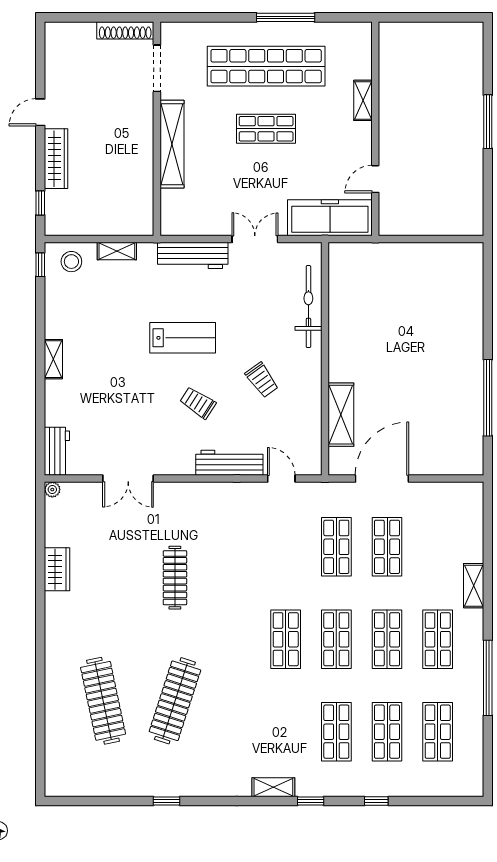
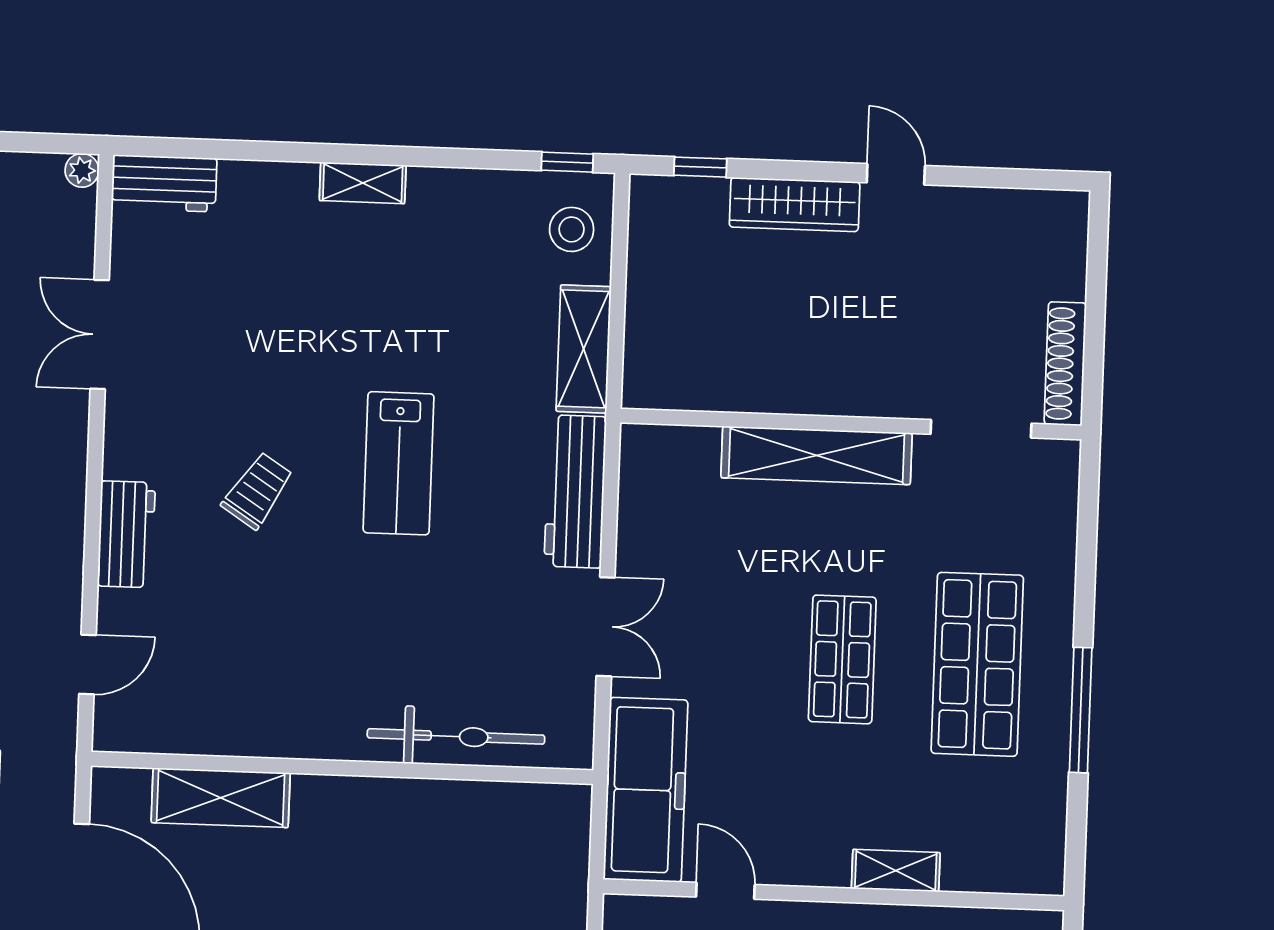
shop shelf: (266, 66) -> (977, 664), width x0.71
shelving: (117, 251) -> (584, 349), width x1.50, depth x1.33
trolley: (262, 380) -> (301, 630), removed
workbench: (229, 463) -> (126, 534), width x0.73

